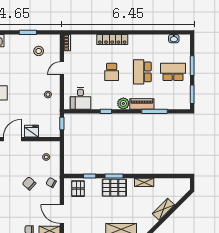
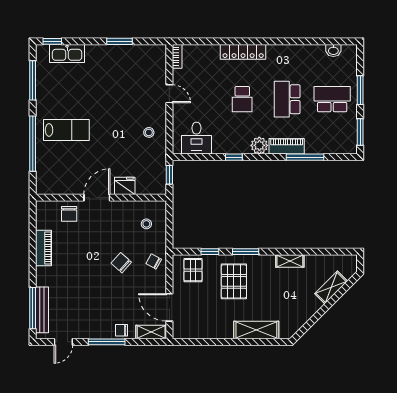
stool: (39, 51) -> (135, 69), removed
door: (62, 68) -> (169, 94), swing flipped
pallet: (114, 188) -> (234, 281), moved, turned 90
shelving: (163, 209) -> (331, 287), moved

